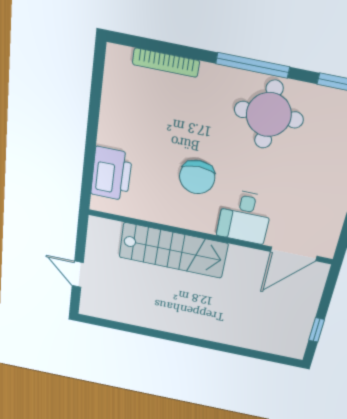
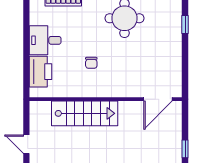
chair: (197, 177) -> (91, 63), width x0.54, depth x0.54
desk: (245, 217) -> (45, 40), moved, turned 90

